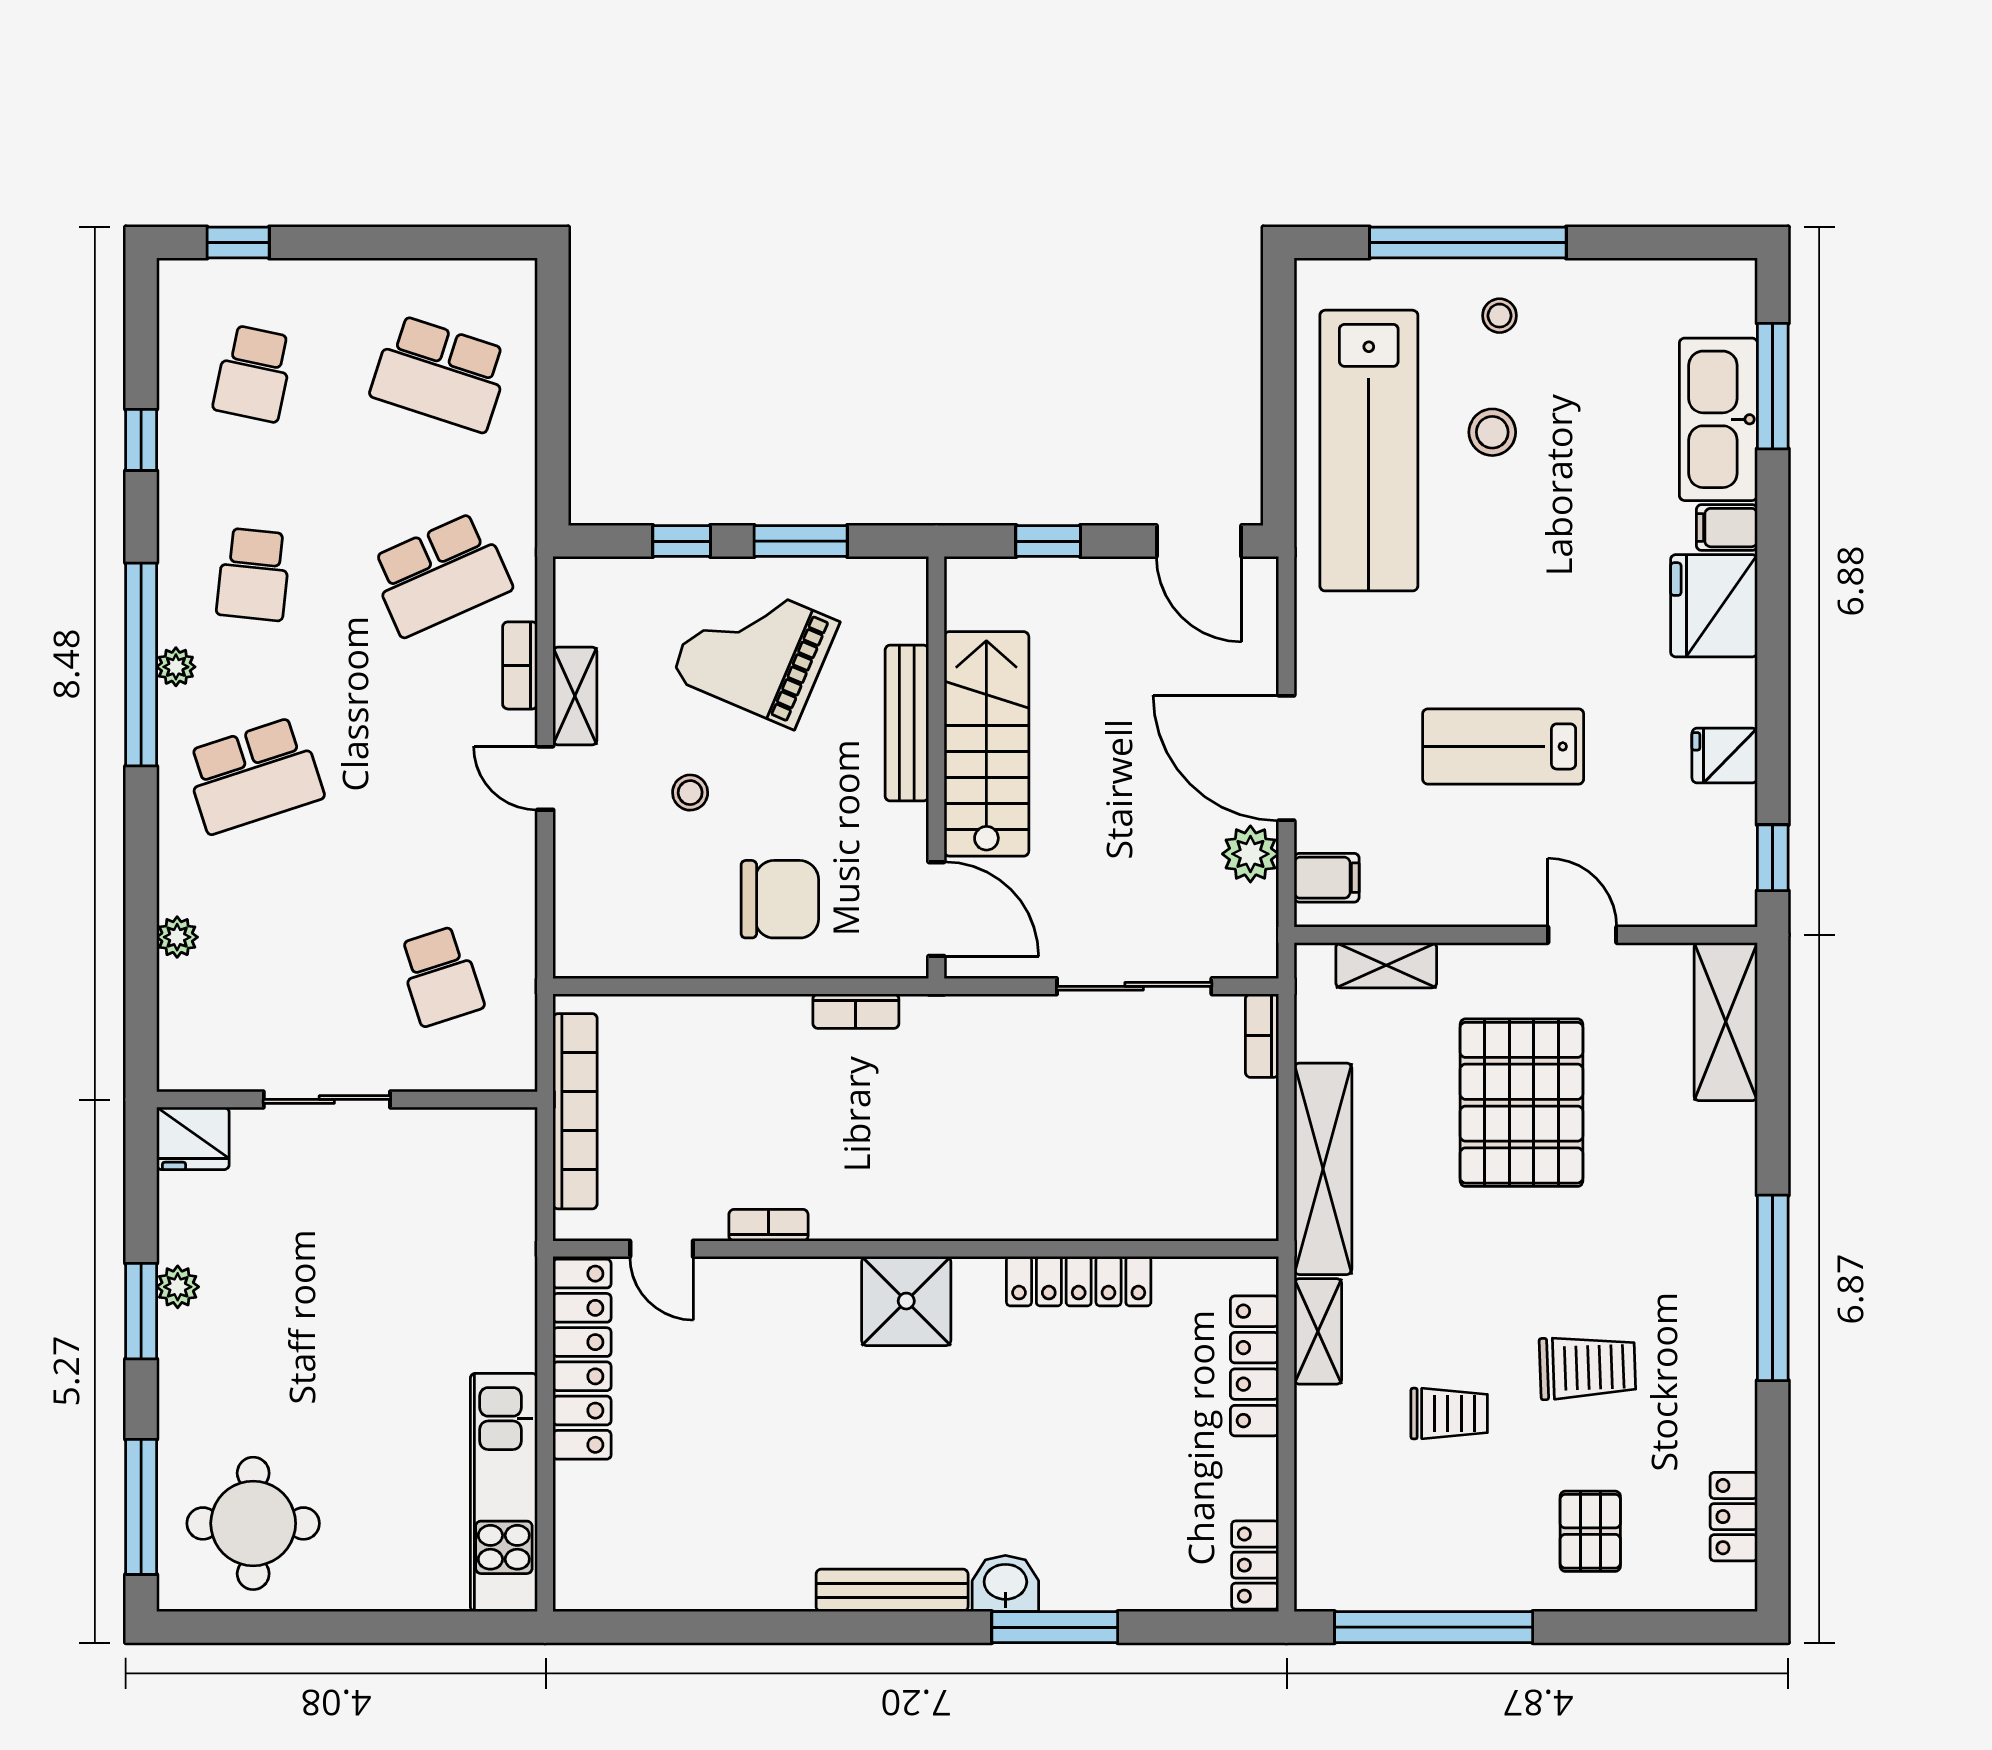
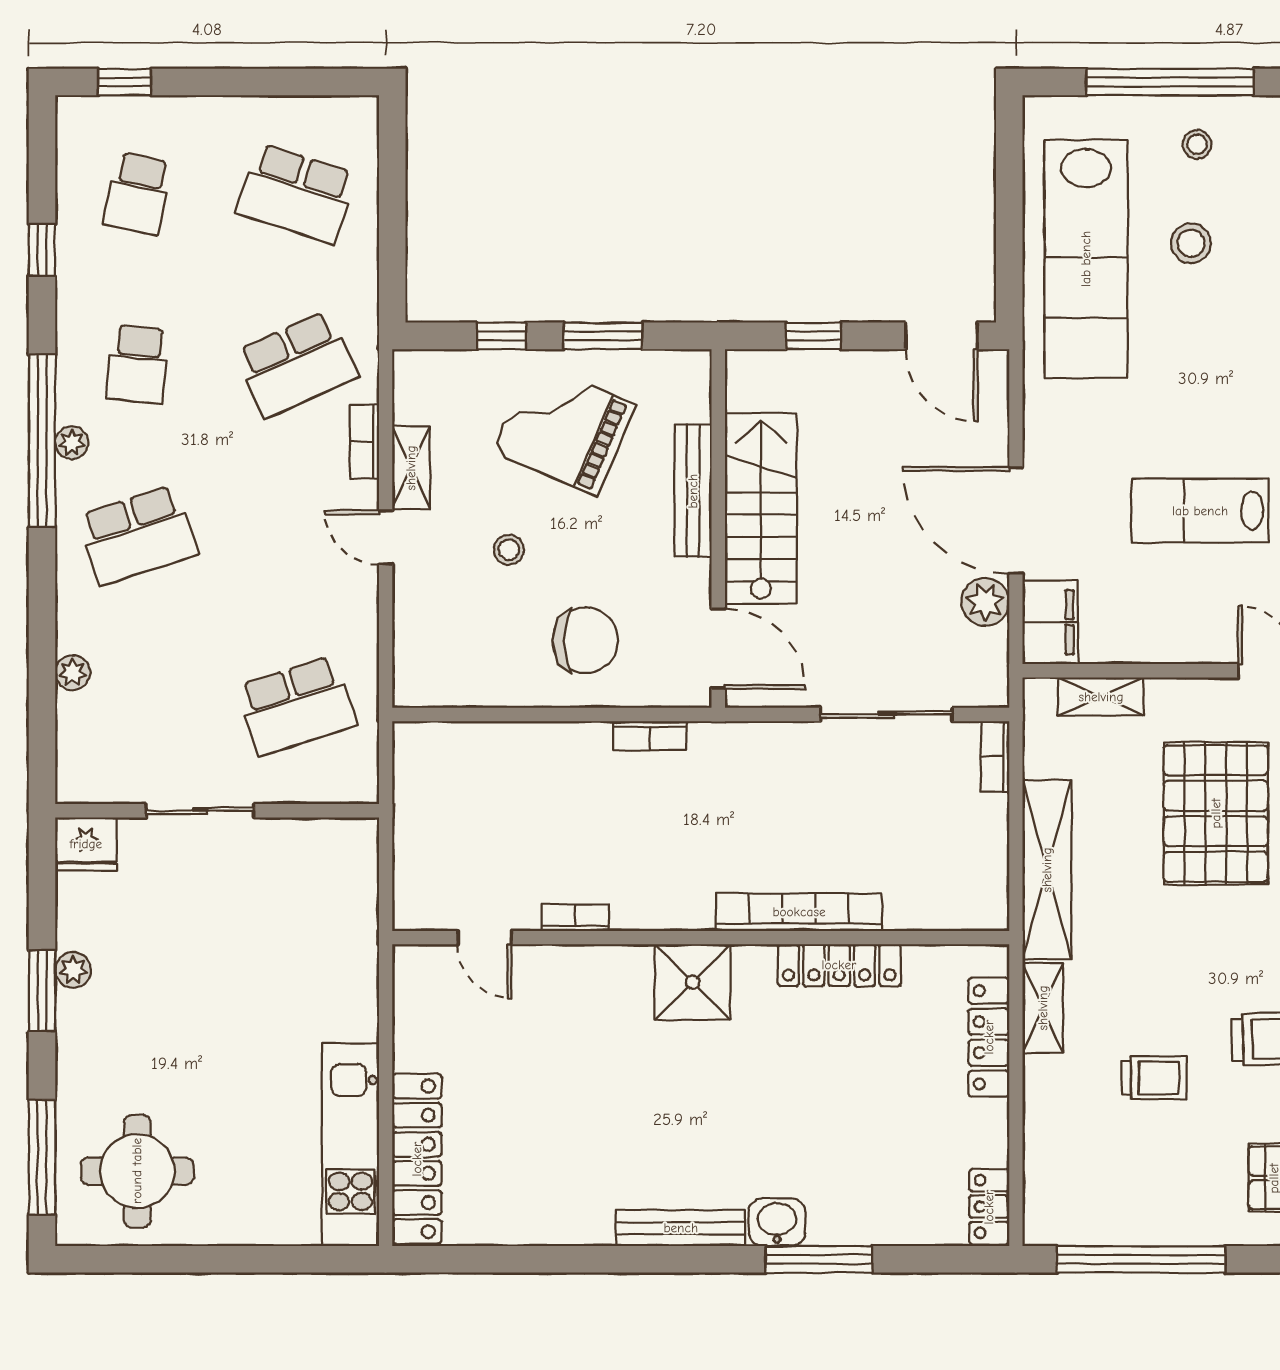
filing cabinet: (1327, 878) -> (1050, 622), width x2.00
school desk: (440, 976) -> (297, 706), width x1.85
bookcase: (575, 1111) -> (799, 912), moved, turned -90
locker: (582, 1359) -> (417, 1159), moved

